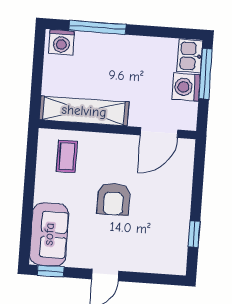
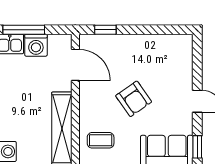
armchair: (114, 199) -> (134, 99), turned 55
window: (194, 234) -> (105, 30), moved

